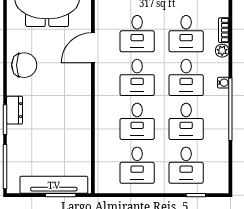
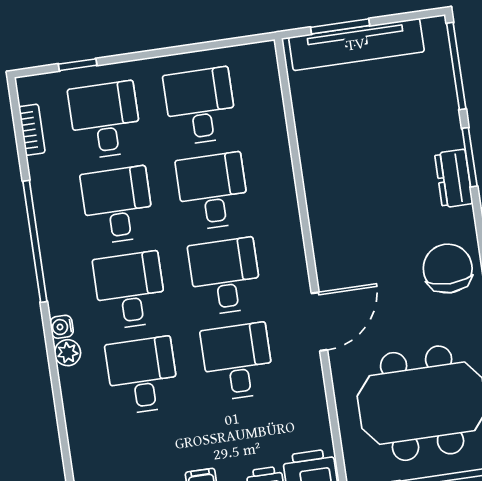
bookcase: (224, 30) -> (32, 130), moved
chair: (24, 65) -> (448, 269), turned 90
water cooler: (223, 83) -> (62, 327), moved

